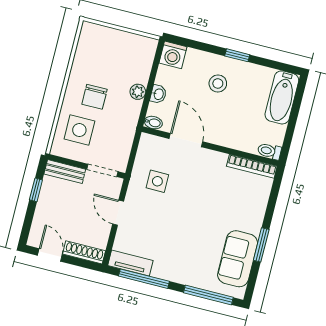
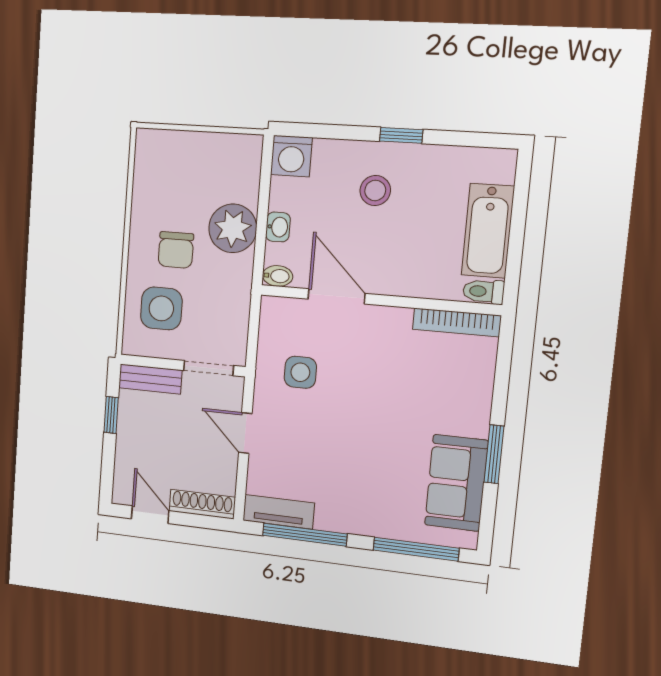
plant: (138, 92) -> (233, 228), width x1.88, depth x1.88
bathtub: (282, 97) -> (488, 231), moved

